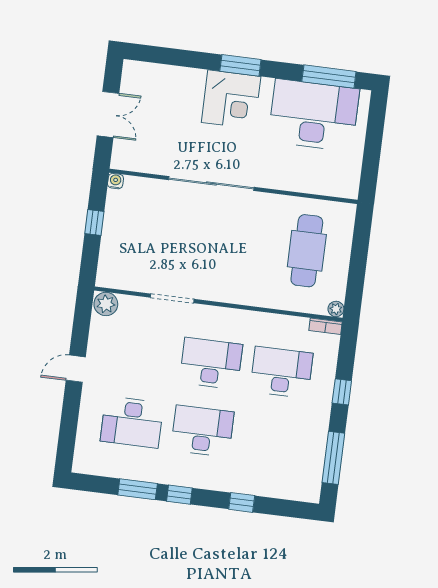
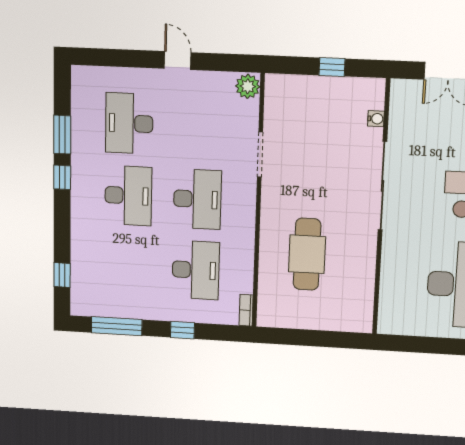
water cooler: (115, 181) -> (376, 119), moved
cafe table: (307, 251) -> (307, 254), moved, turned 90
plant: (336, 309) -> (264, 319), removed
window: (242, 502) -> (62, 275), moved

